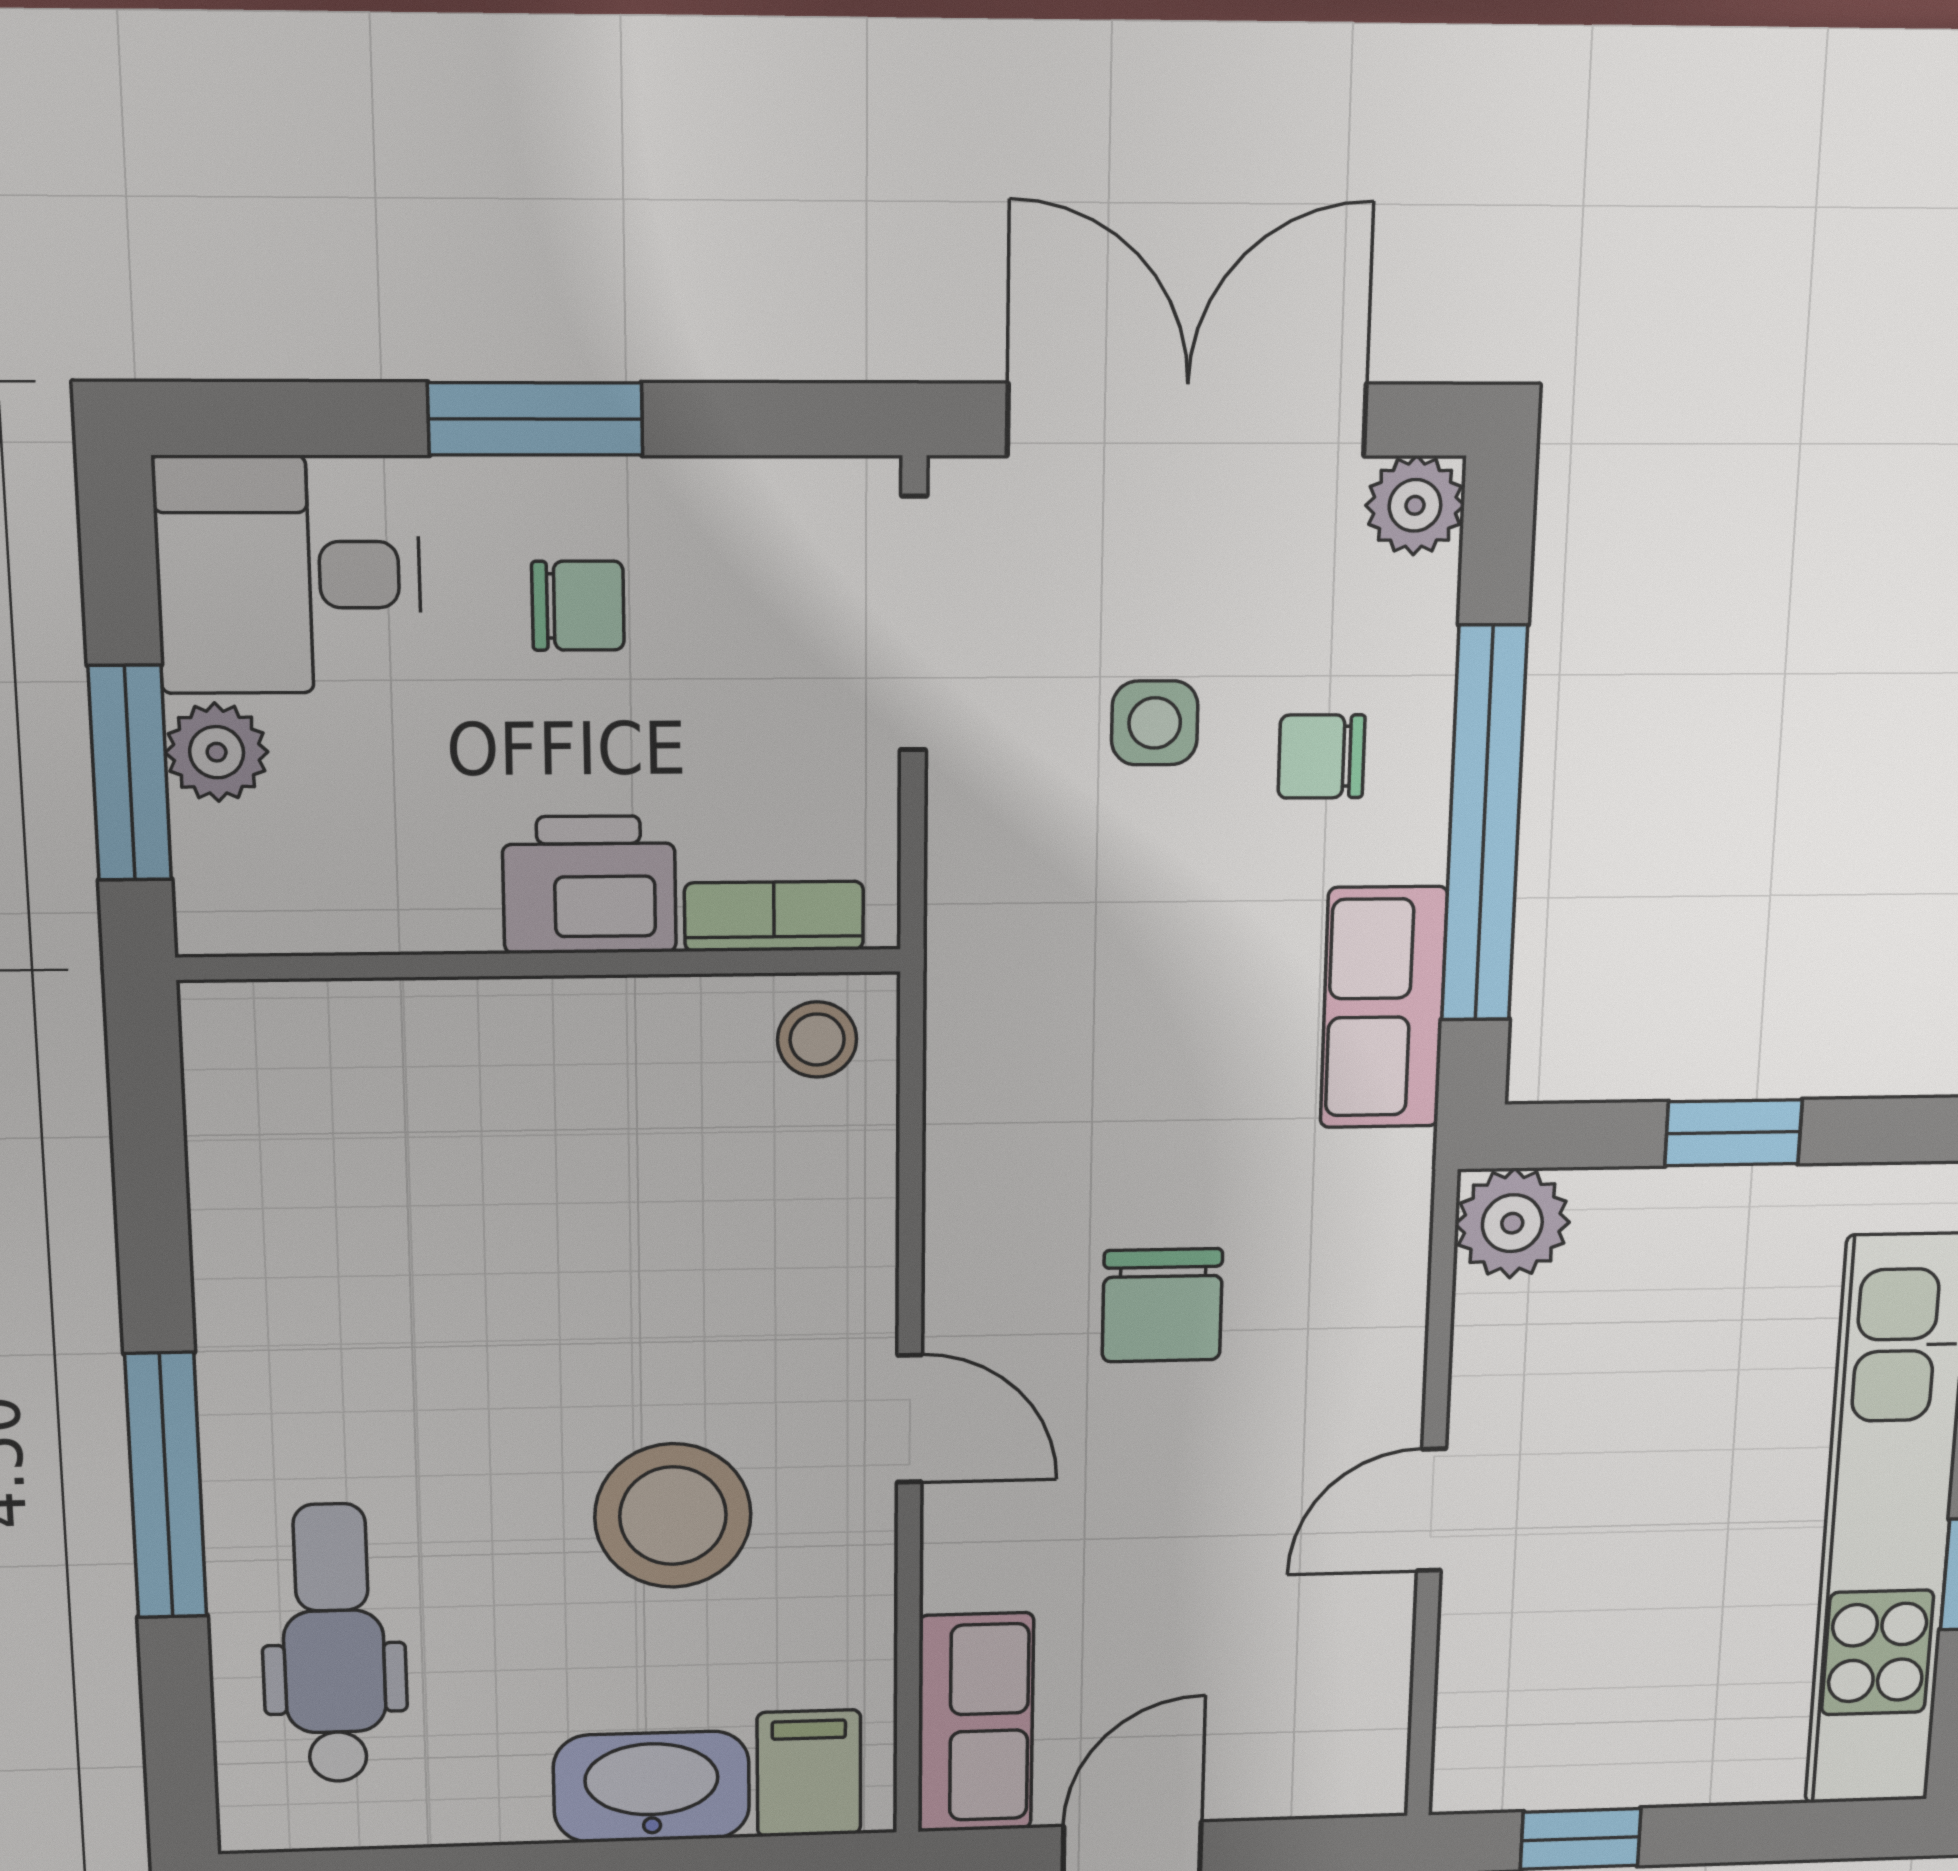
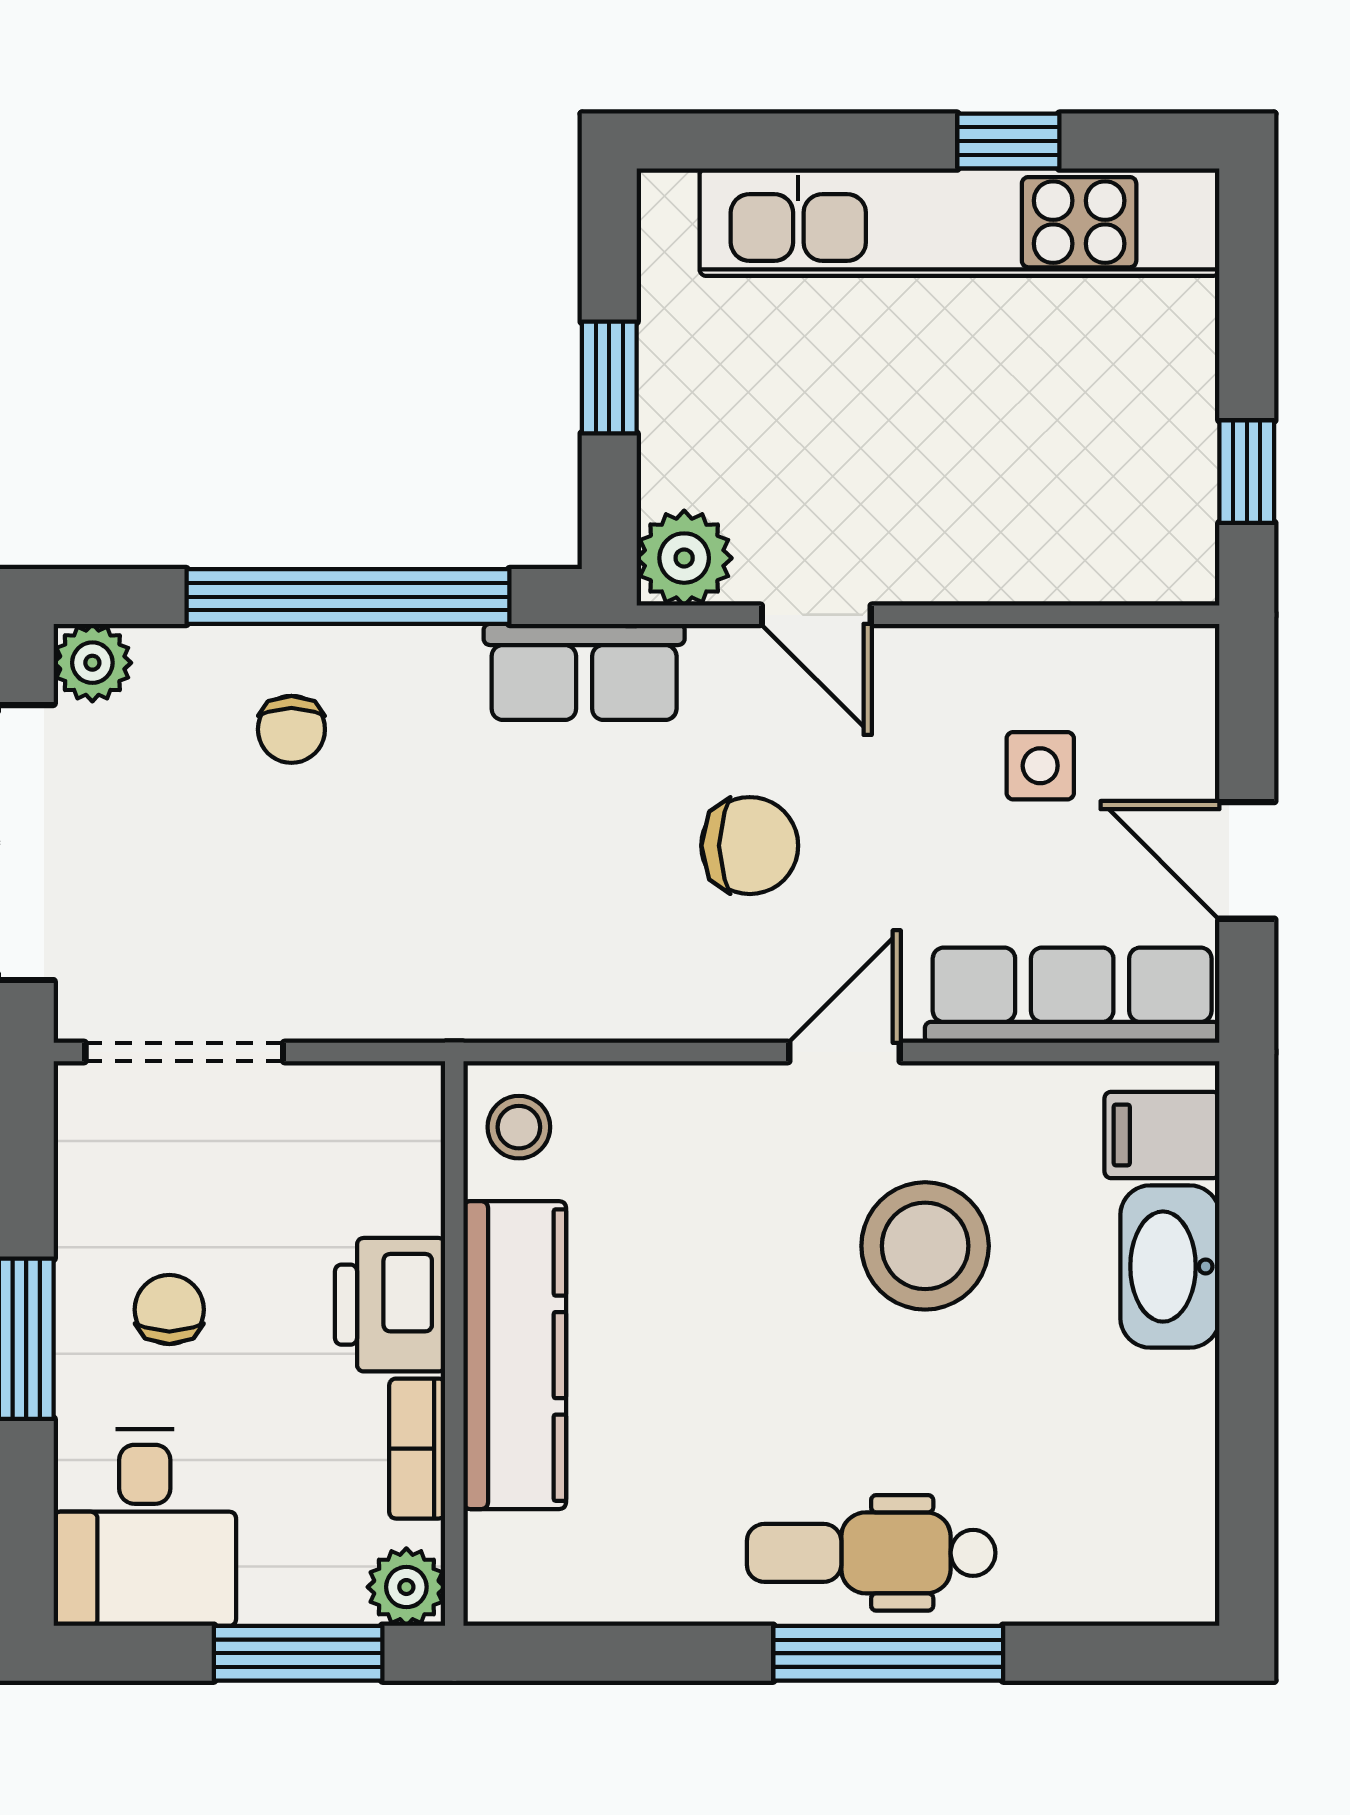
side table: (1155, 723) -> (1040, 766), moved
plant: (217, 752) -> (406, 1587), moved
bookcase: (774, 916) -> (417, 1449), moved
row of seats: (1384, 1008) -> (584, 672), moved
kitchen counter: (528, 1038) -> (515, 1355), added
door: (1431, 1510) -> (816, 615), moved
dental chair: (334, 1644) -> (871, 1553), moved
row of seats: (976, 1723) -> (1072, 995), width x1.48

